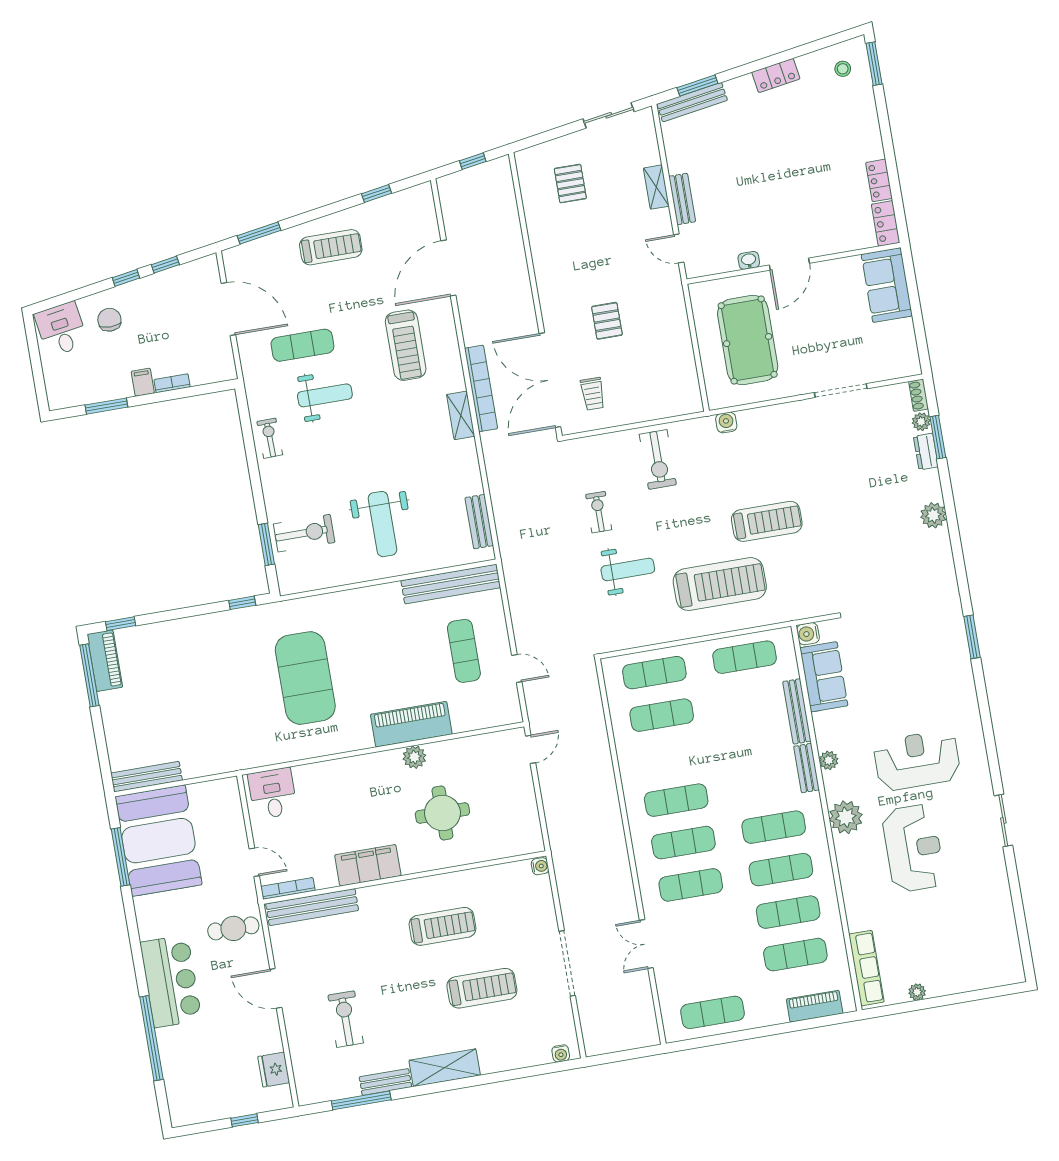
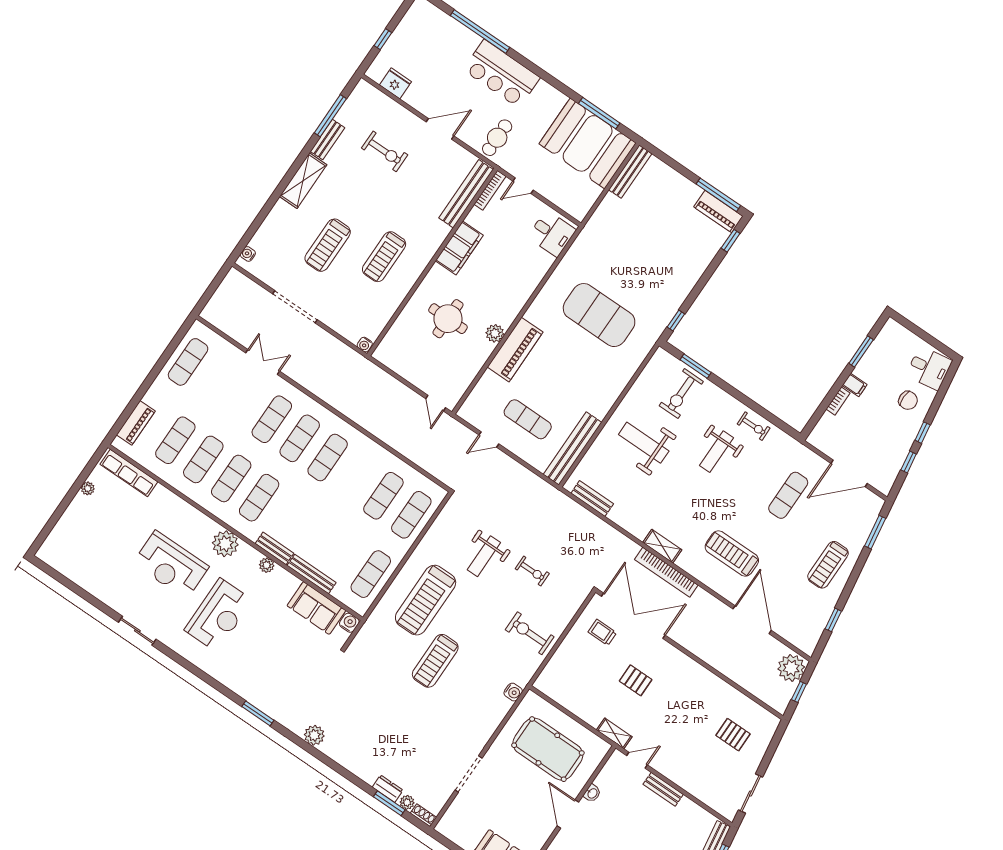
shelving: (656, 187) -> (614, 733), moved
plant: (458, 189) -> (791, 668), added
weight bench: (325, 395) -> (717, 452), moved
plant: (933, 515) -> (314, 735), moved

